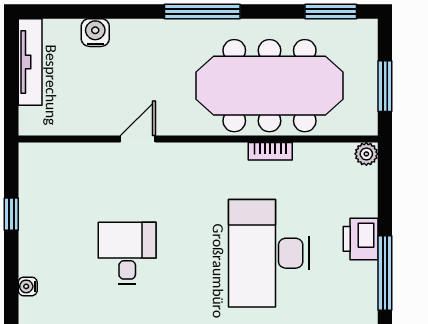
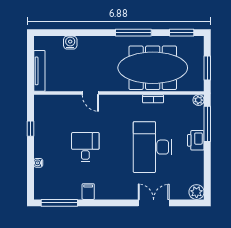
window: (202, 11) -> (133, 33), moved
tv unit: (30, 62) -> (39, 71), moved
door: (138, 139) -> (90, 93), swing flipped
window: (385, 273) -> (207, 124), moved

